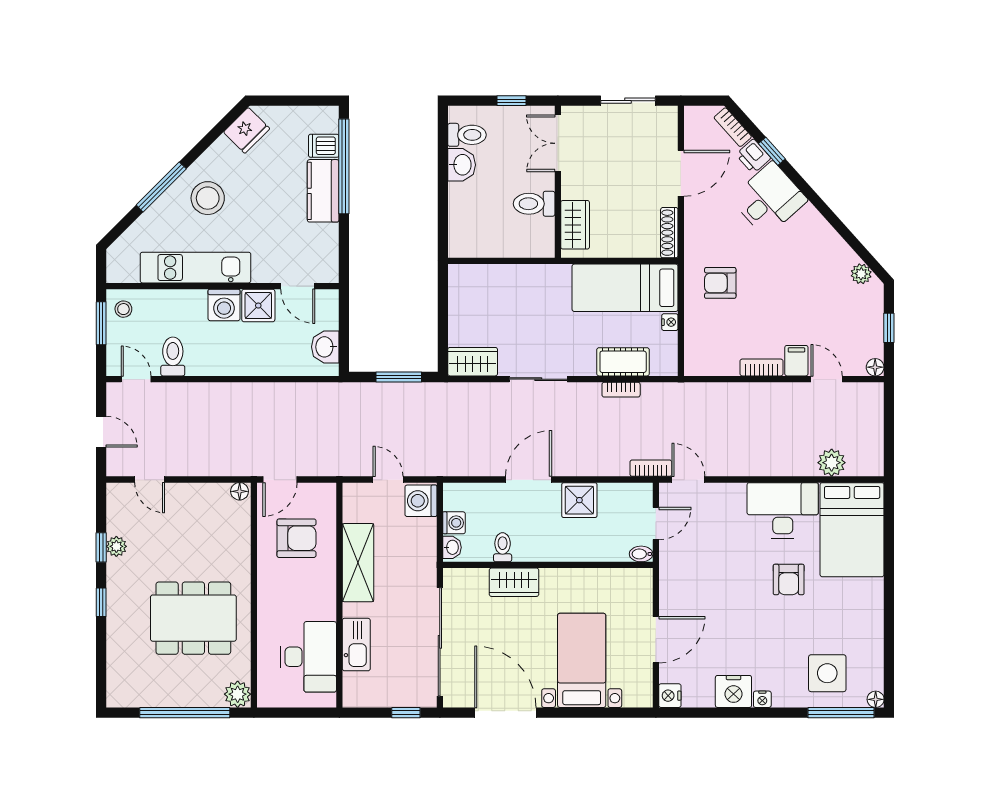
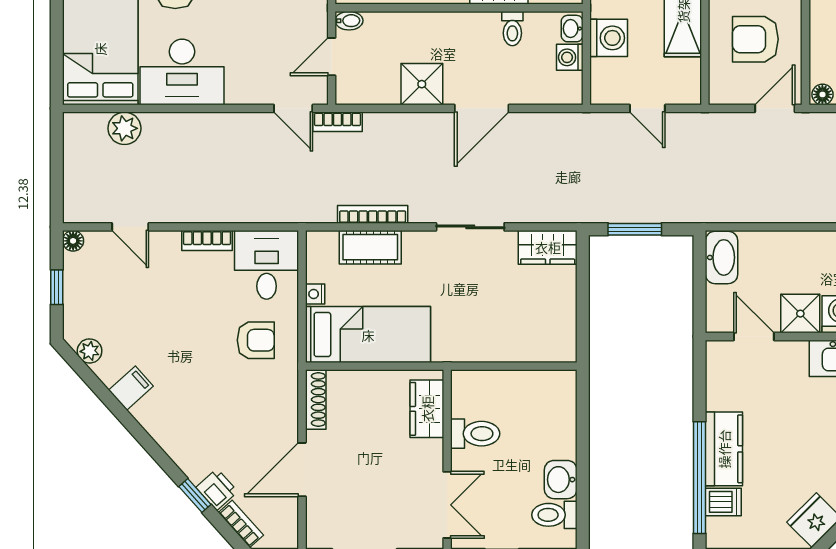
desk: (769, 199) -> (267, 265), moved, turned 132
washbasin: (325, 347) -> (722, 257), width x1.38
filing cabinet: (796, 361) -> (131, 388), moved, turned -132
bookcase: (621, 390) -> (373, 214), width x1.56
washing machine: (421, 501) -> (609, 38), moved

